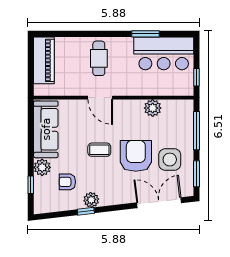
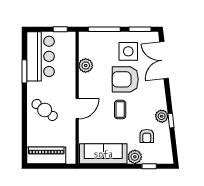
cafe table: (99, 58) -> (45, 110), turned 37

